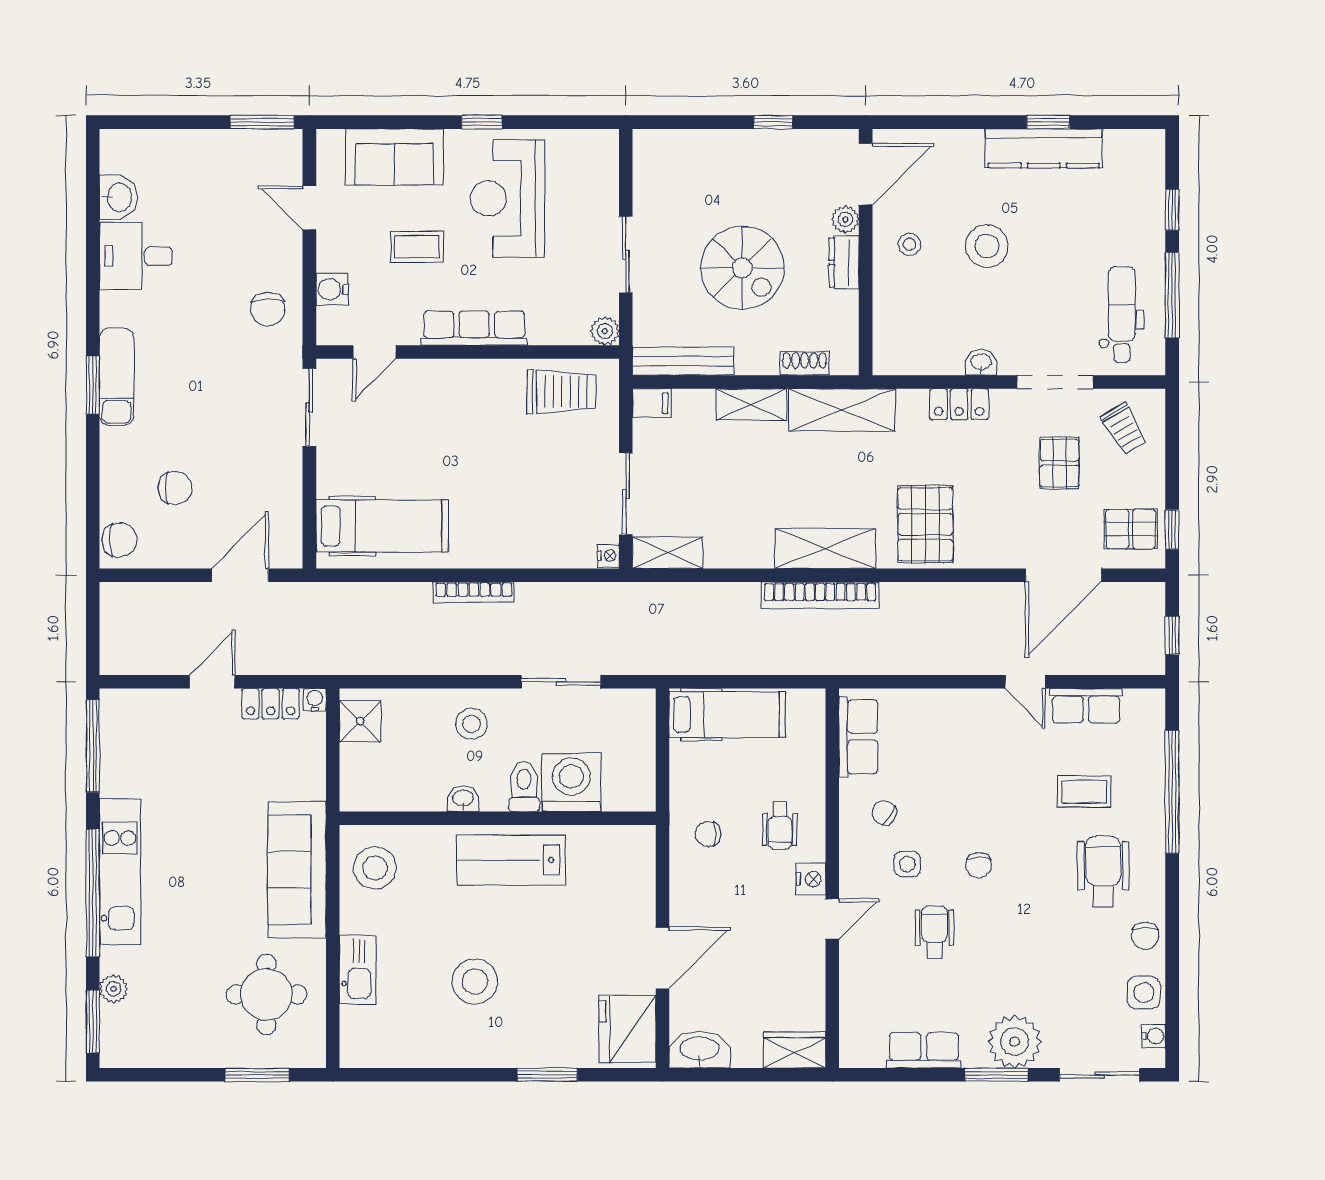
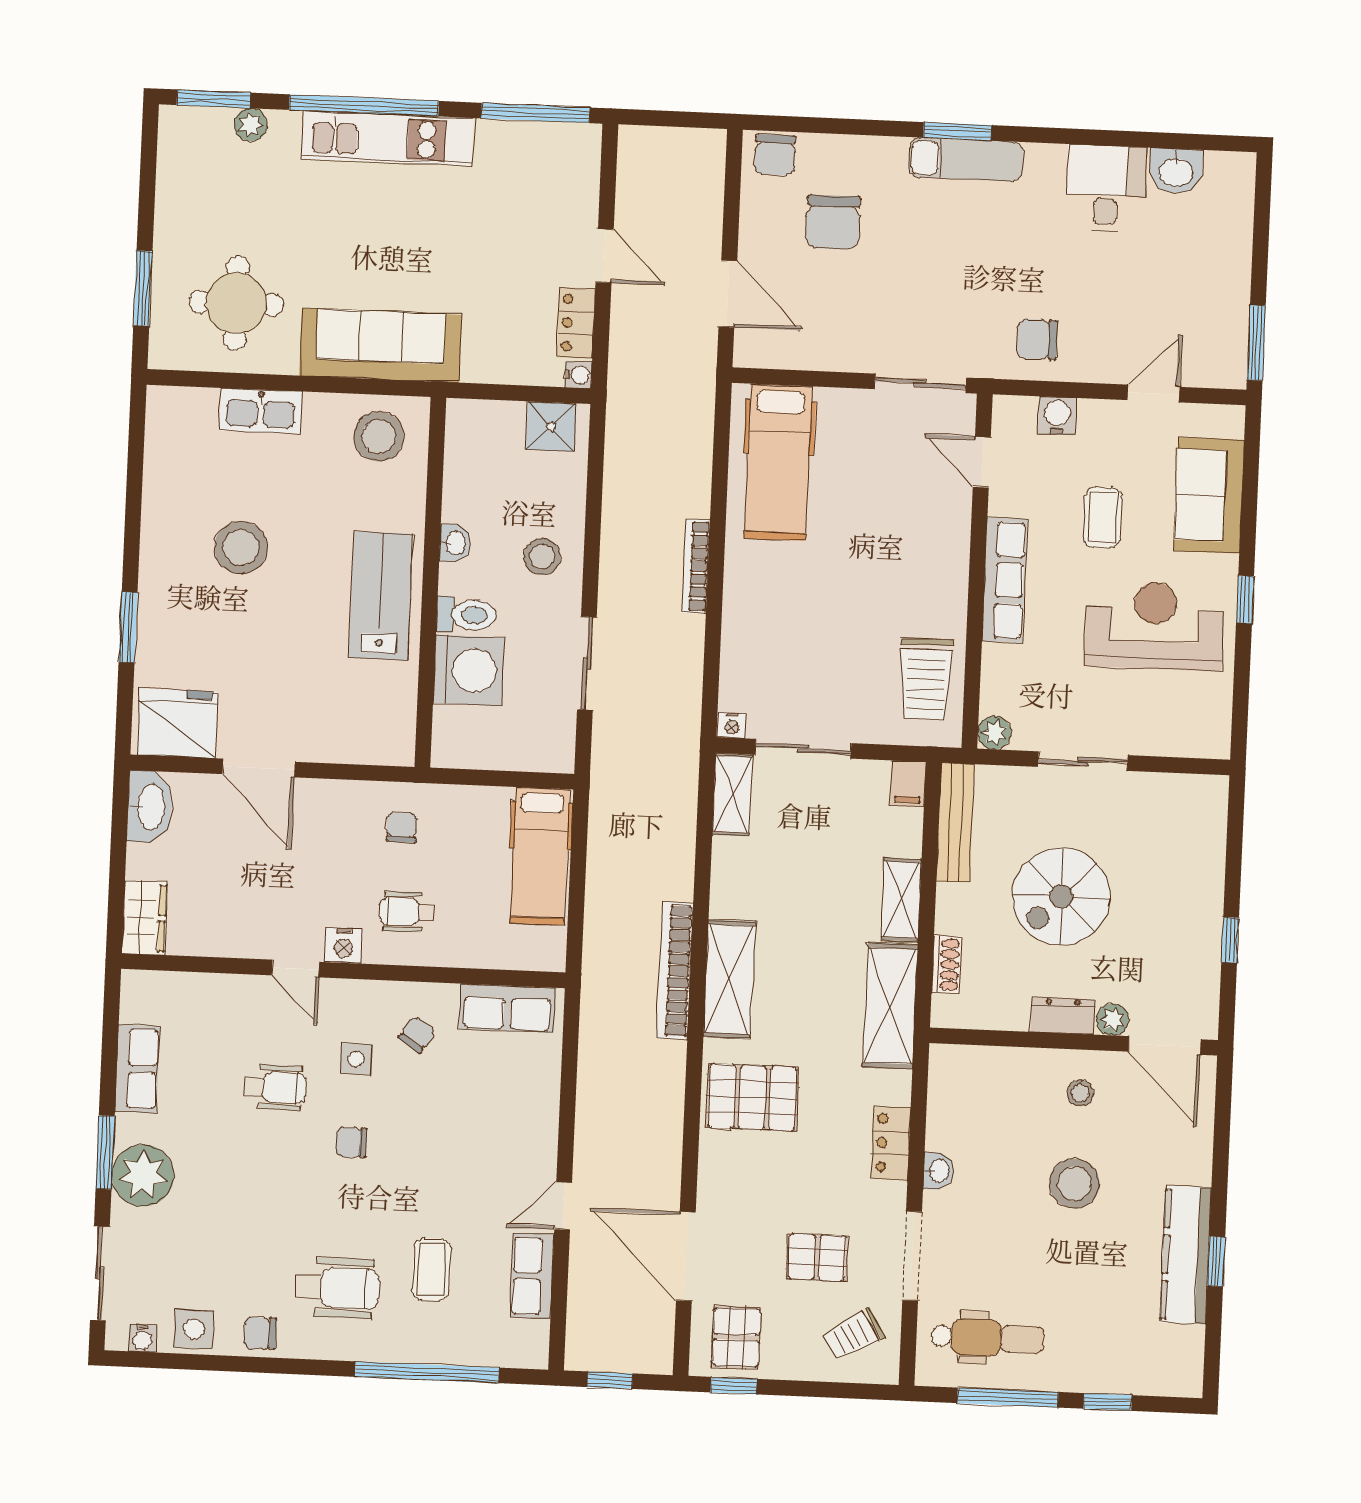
chair: (175, 488) -> (833, 222), width x1.37, depth x1.37

